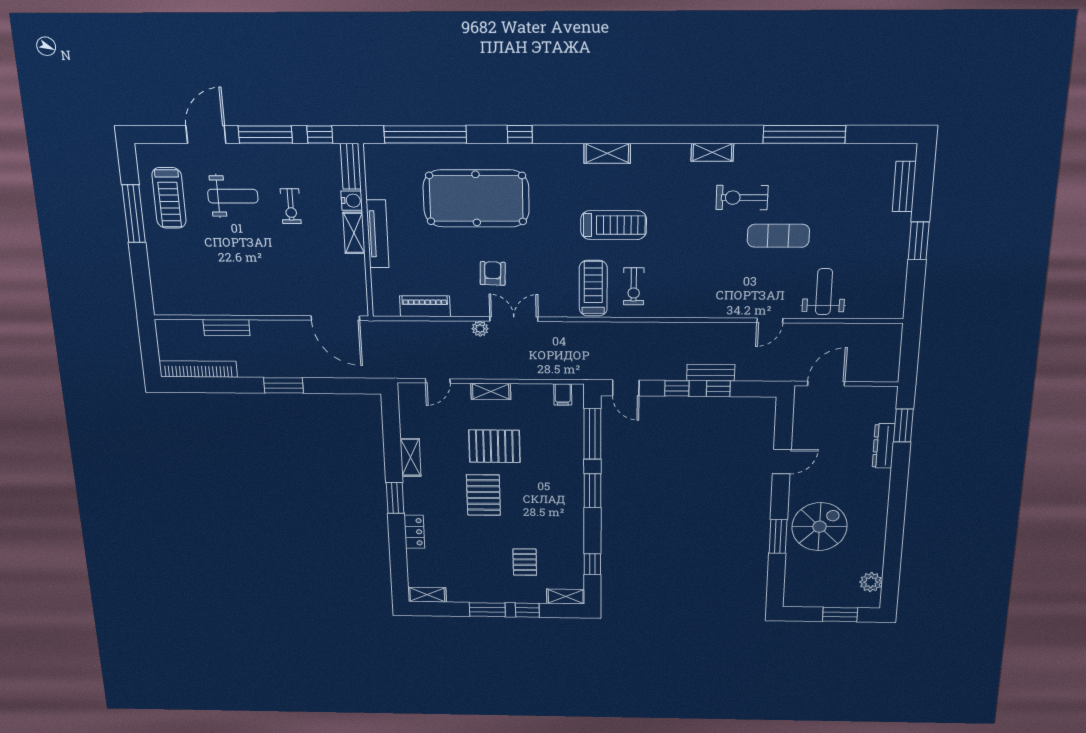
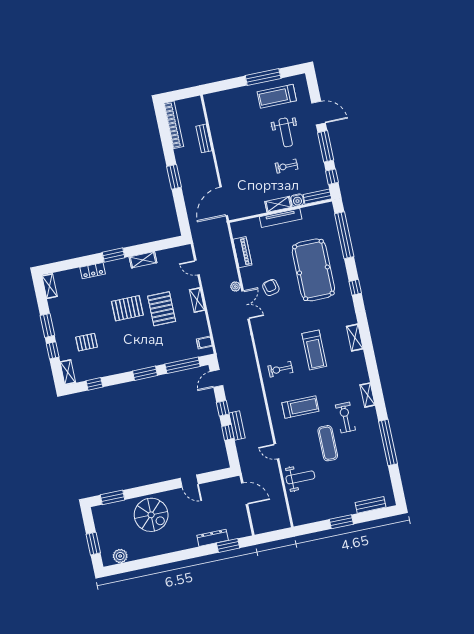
armchair: (493, 273) -> (271, 287), turned -105
treadmill: (593, 288) -> (300, 407), moved
window: (778, 536) -> (112, 497), moved

